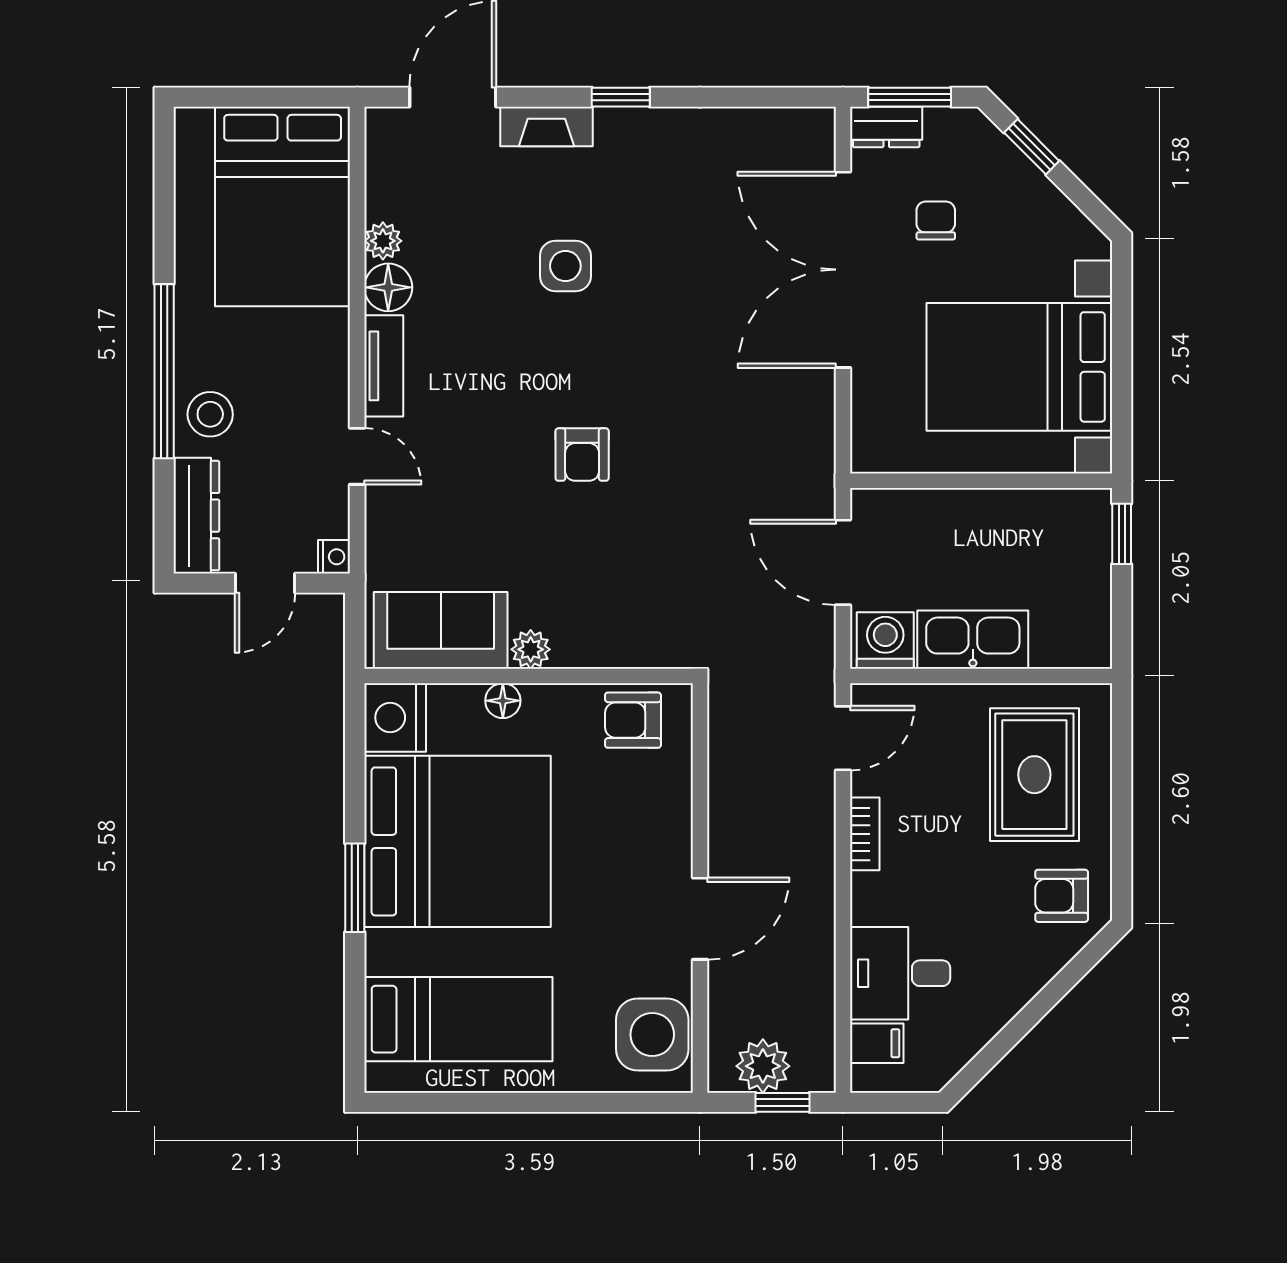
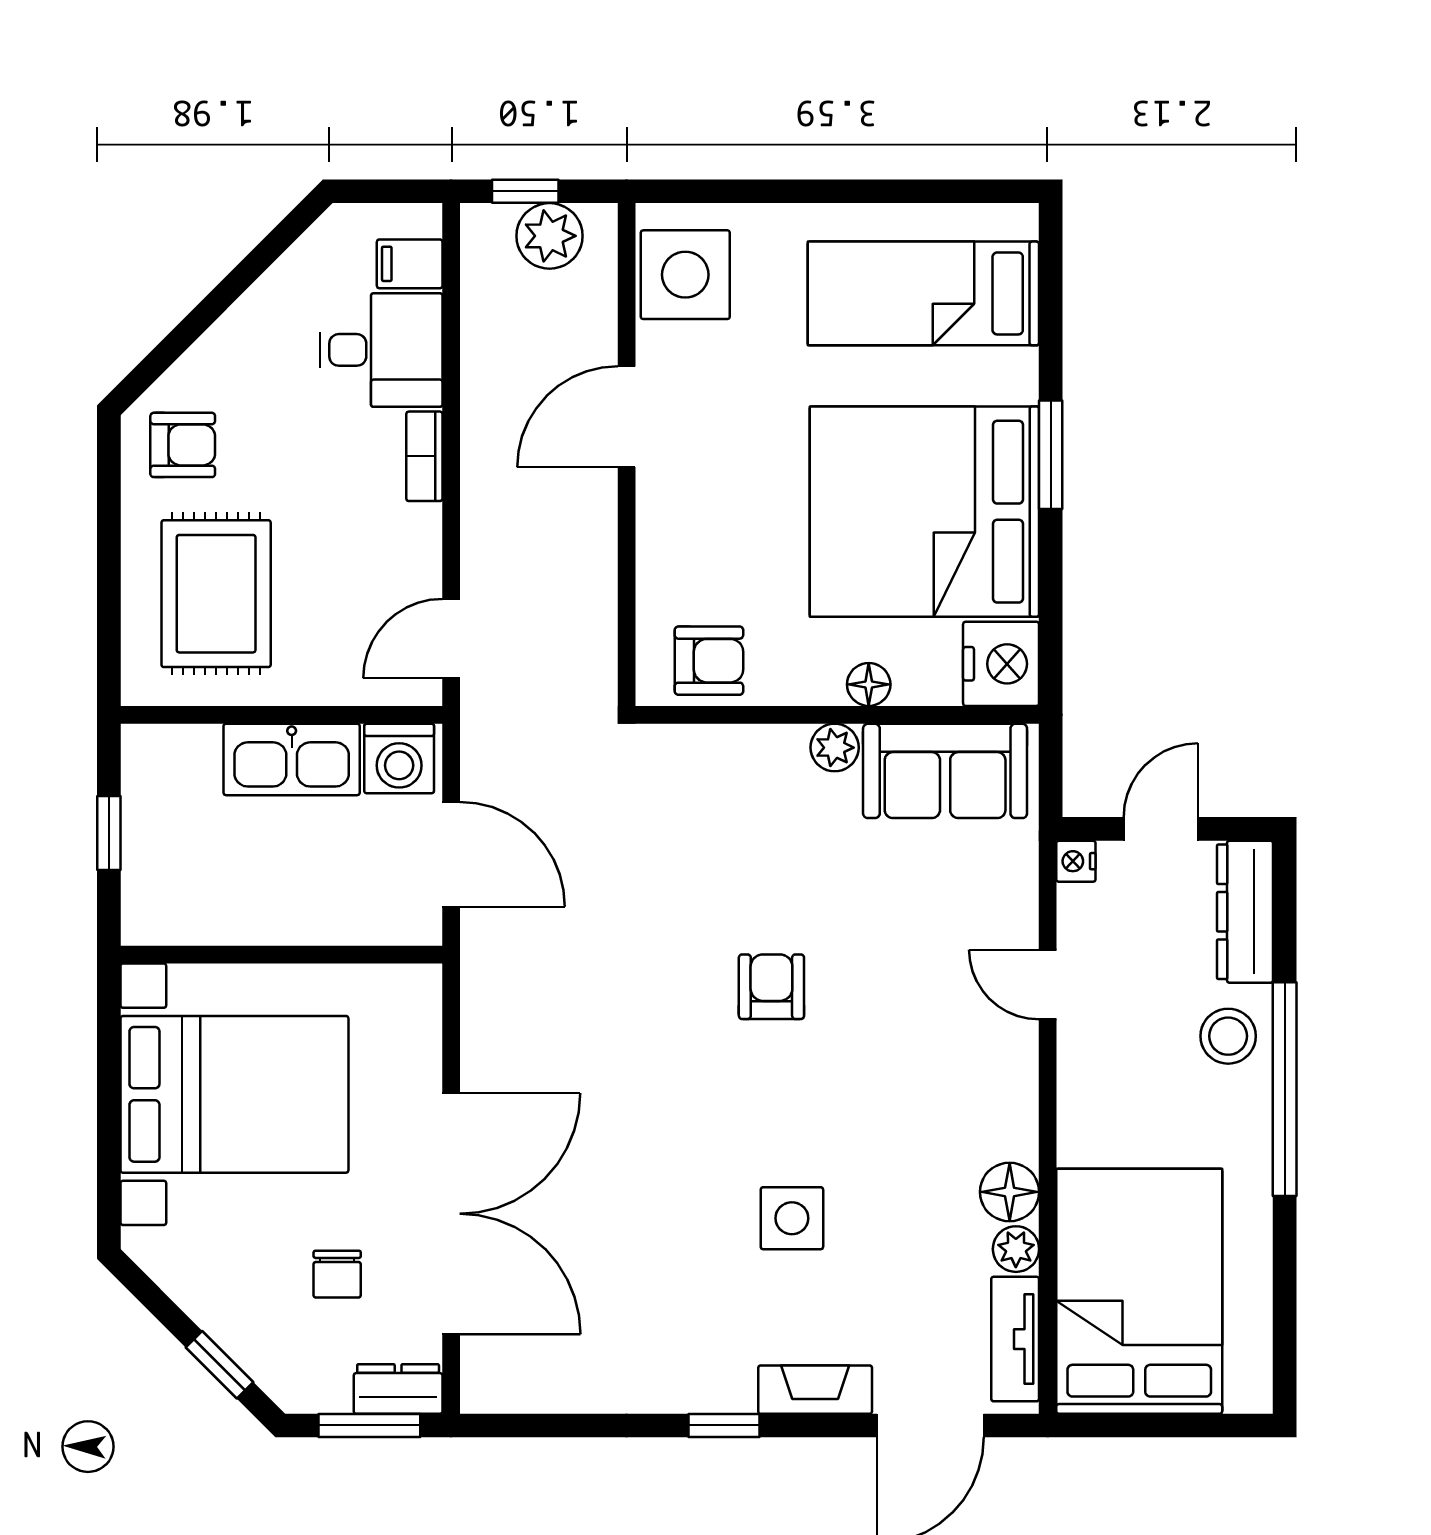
tv unit: (384, 366) -> (1015, 1339), moved
window: (1122, 534) -> (109, 833), moved
bookcase: (865, 834) -> (424, 456), moved

